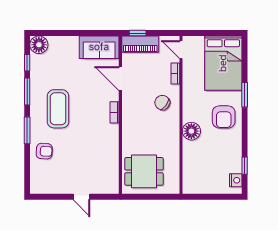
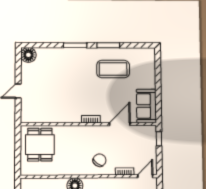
piano: (140, 44) -> (150, 141), removed
floor lamp: (39, 45) -> (28, 55), moved
window: (27, 63) -> (133, 45), removed
coffee table: (58, 109) -> (113, 69), moved
armchair: (44, 151) -> (57, 59), removed

